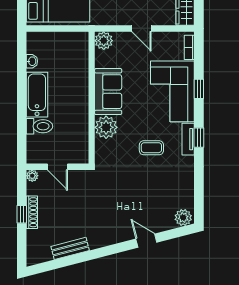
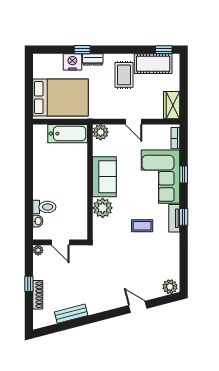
washbasin: (32, 61) -> (38, 221), moved
bathtub: (37, 95) -> (68, 134), moved, turned 90
shoe rack: (32, 212) -> (38, 295), moved

